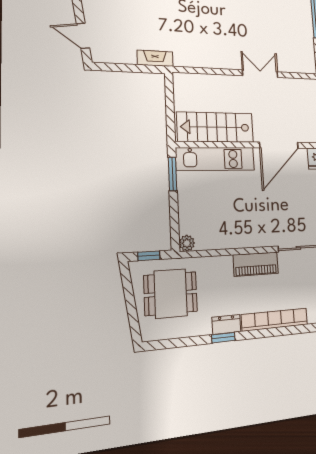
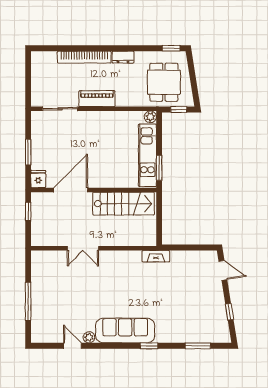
fireplace: (155, 58) -> (156, 256), moved
kitchen unit: (215, 159) -> (147, 155), moved, turned -90
dining table: (171, 293) -> (164, 82), turned 90
window: (223, 338) -> (171, 48), moved

